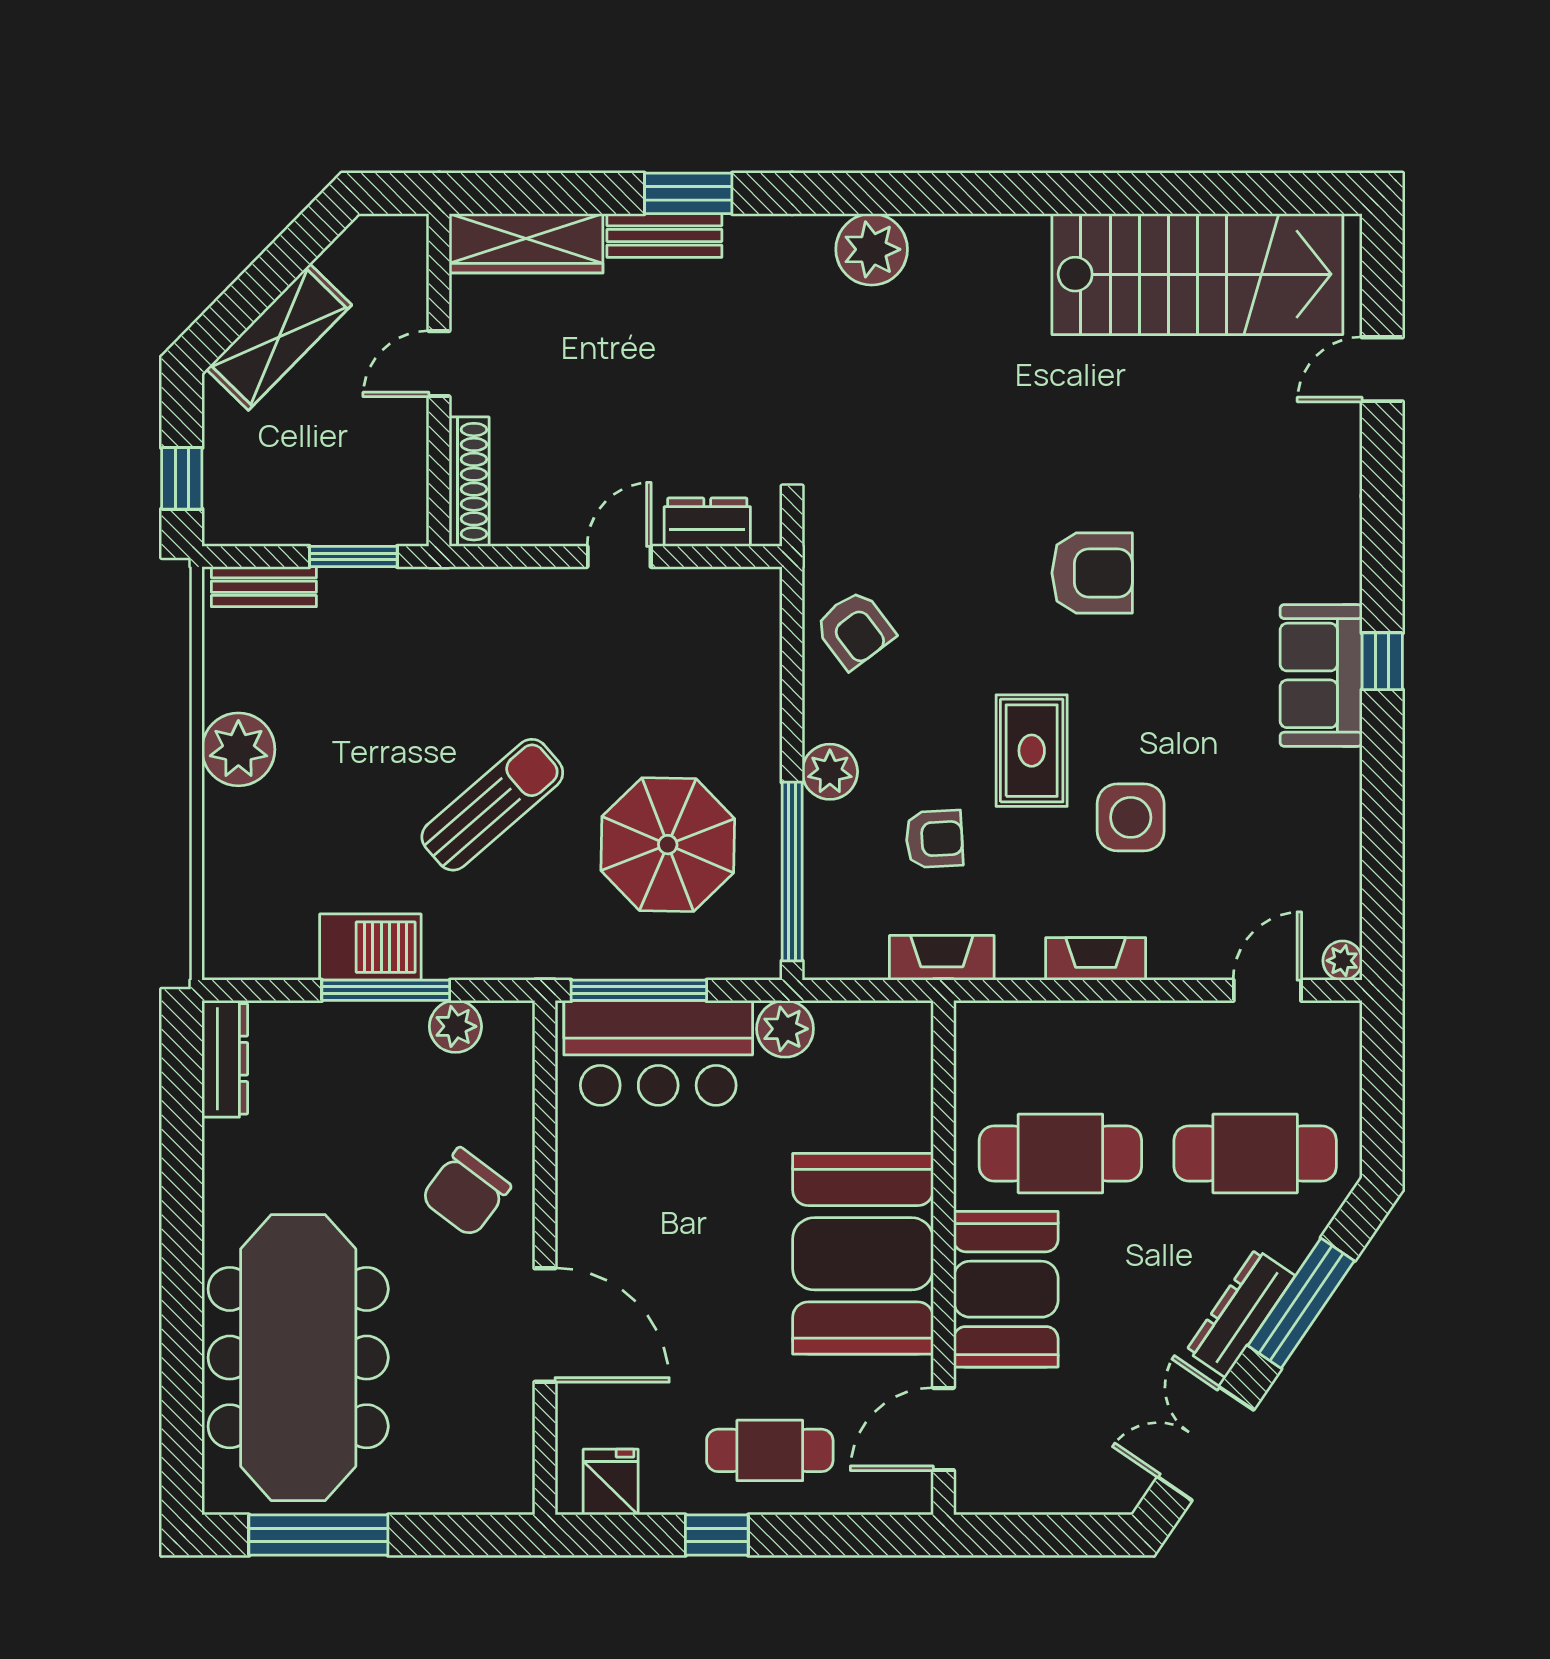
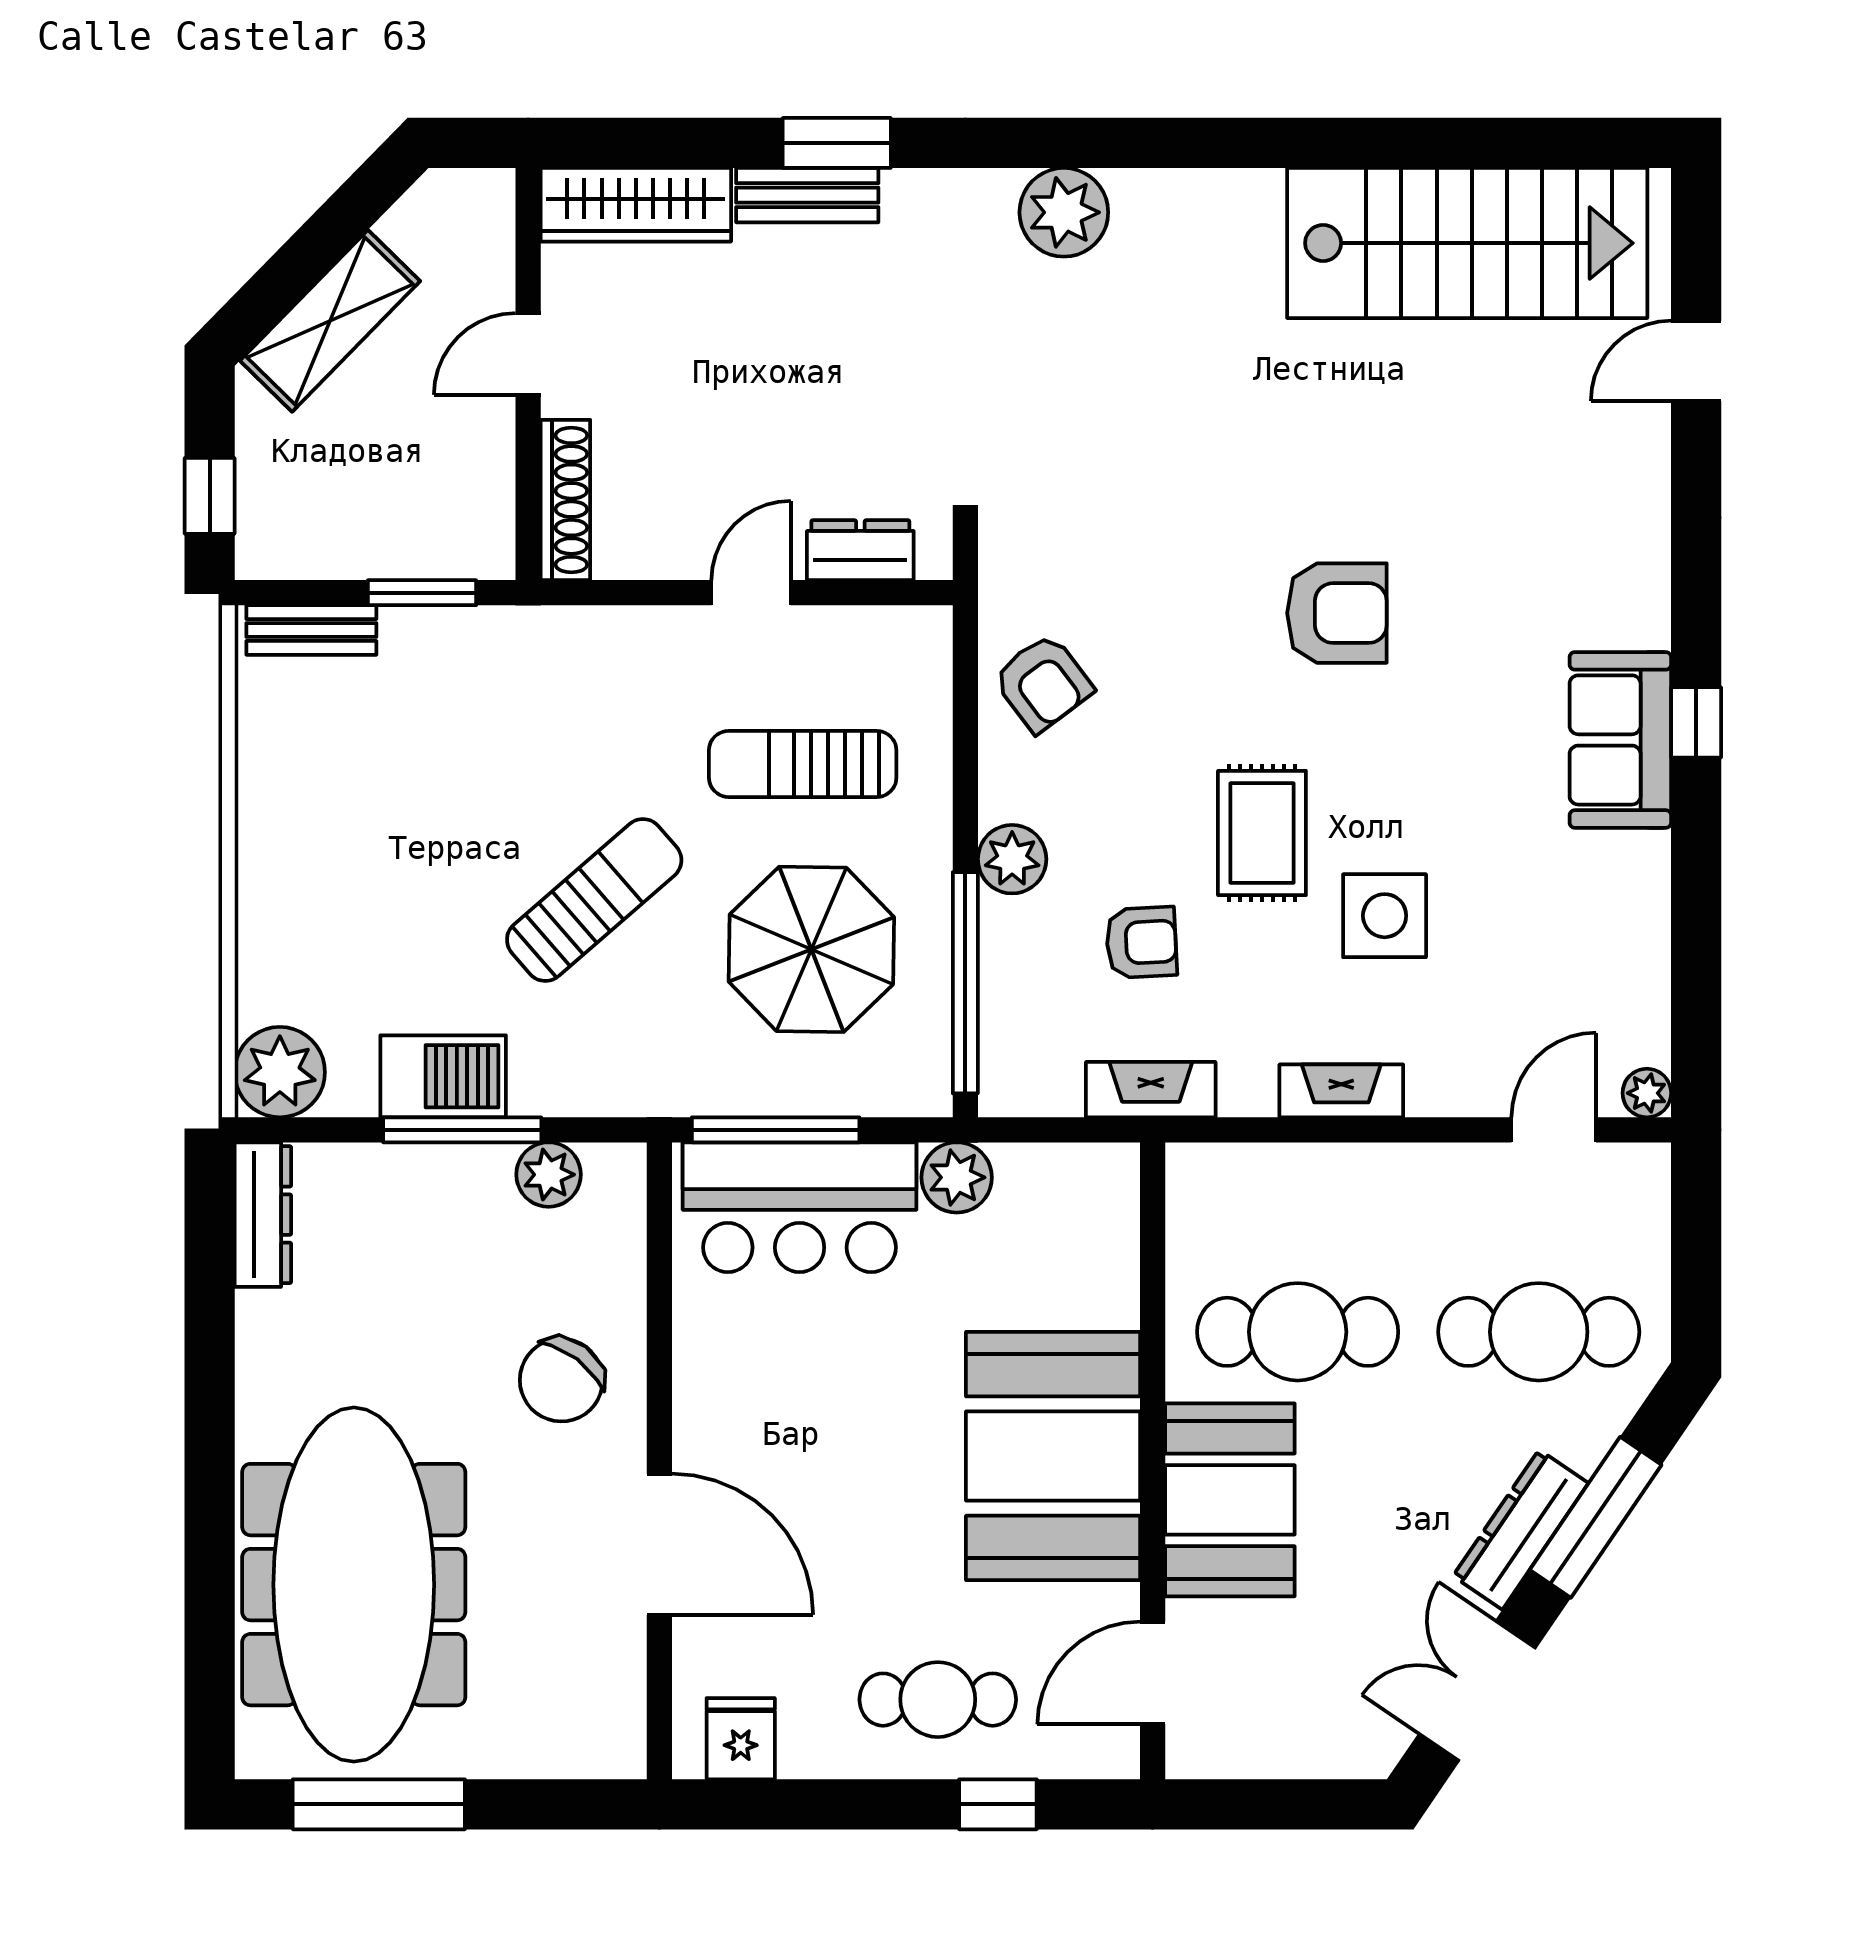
sun lounger: (661, 695) -> (803, 764), added
plant: (238, 749) -> (280, 1072), moved
window: (717, 1535) -> (998, 1804), moved

